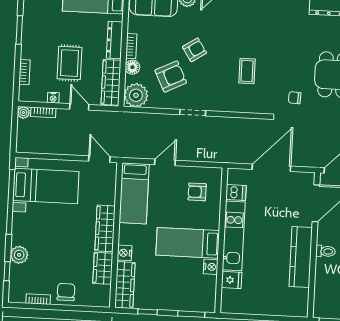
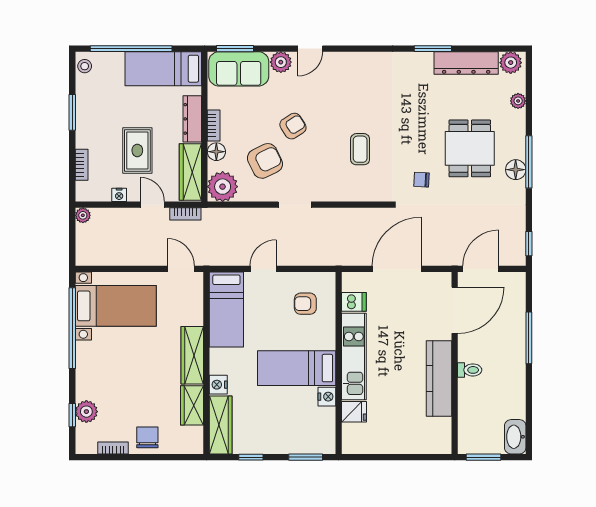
bookcase: (43, 112) -> (185, 214), moved
plant: (19, 255) -> (86, 412), moved

